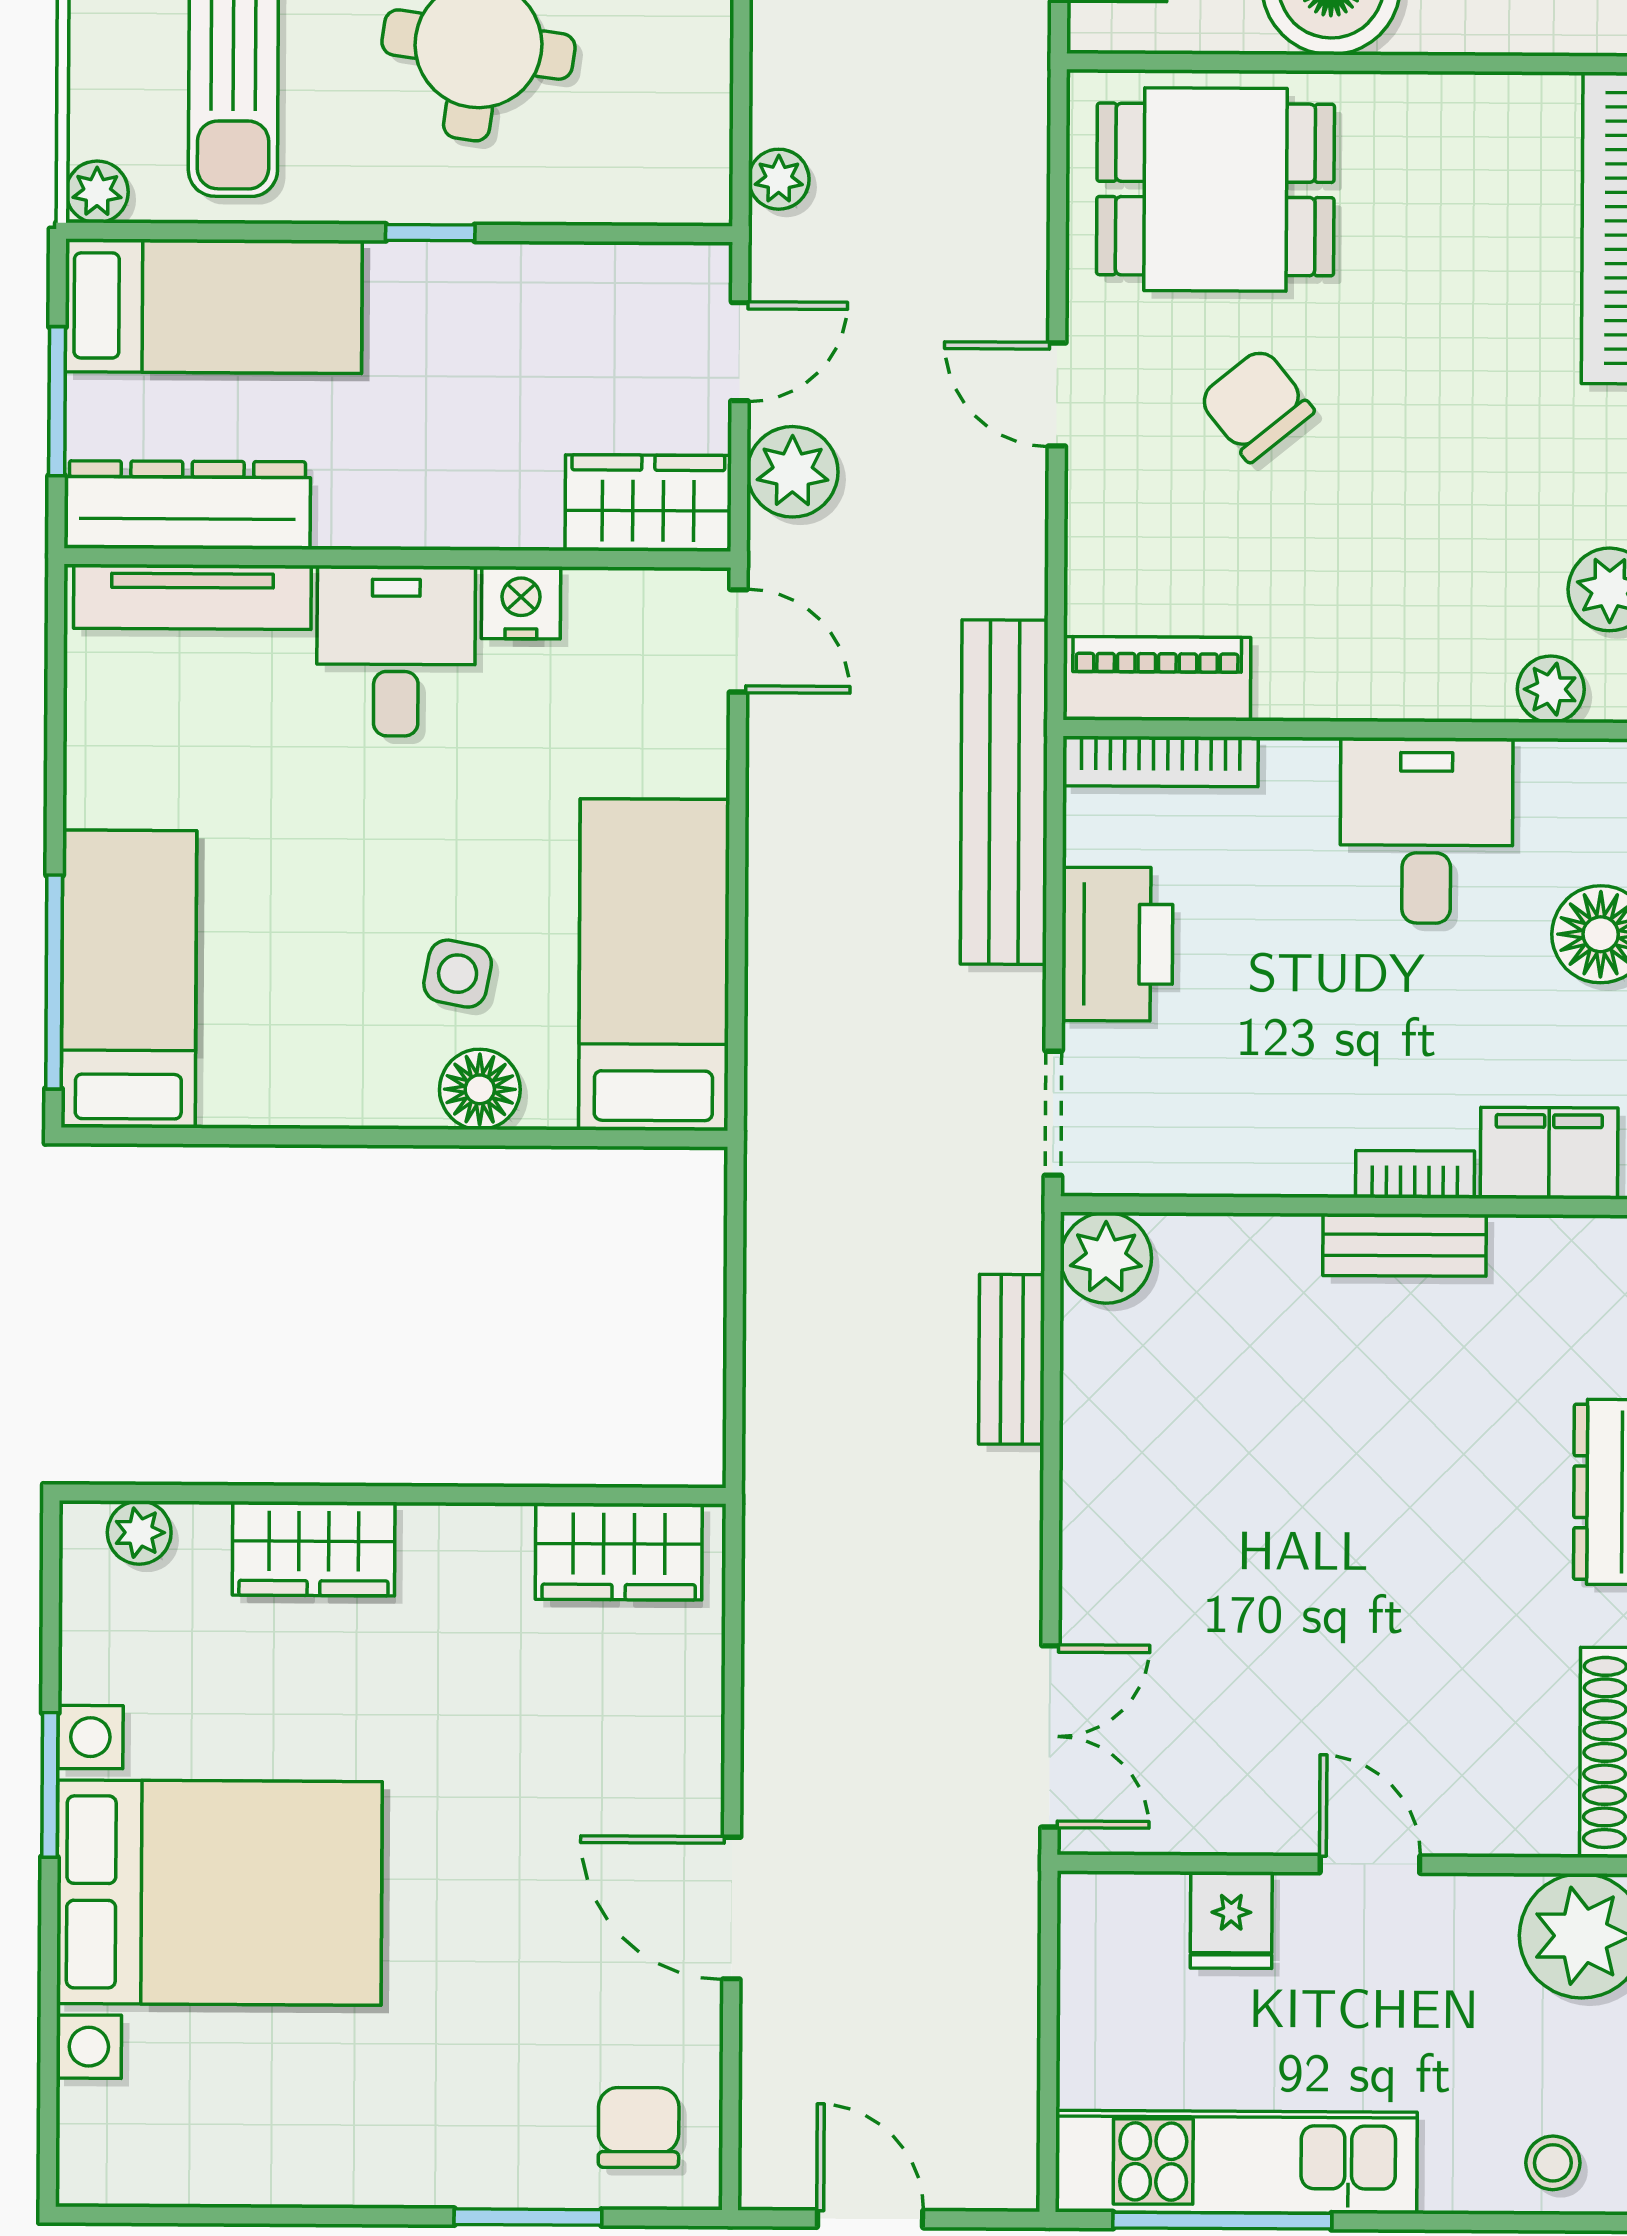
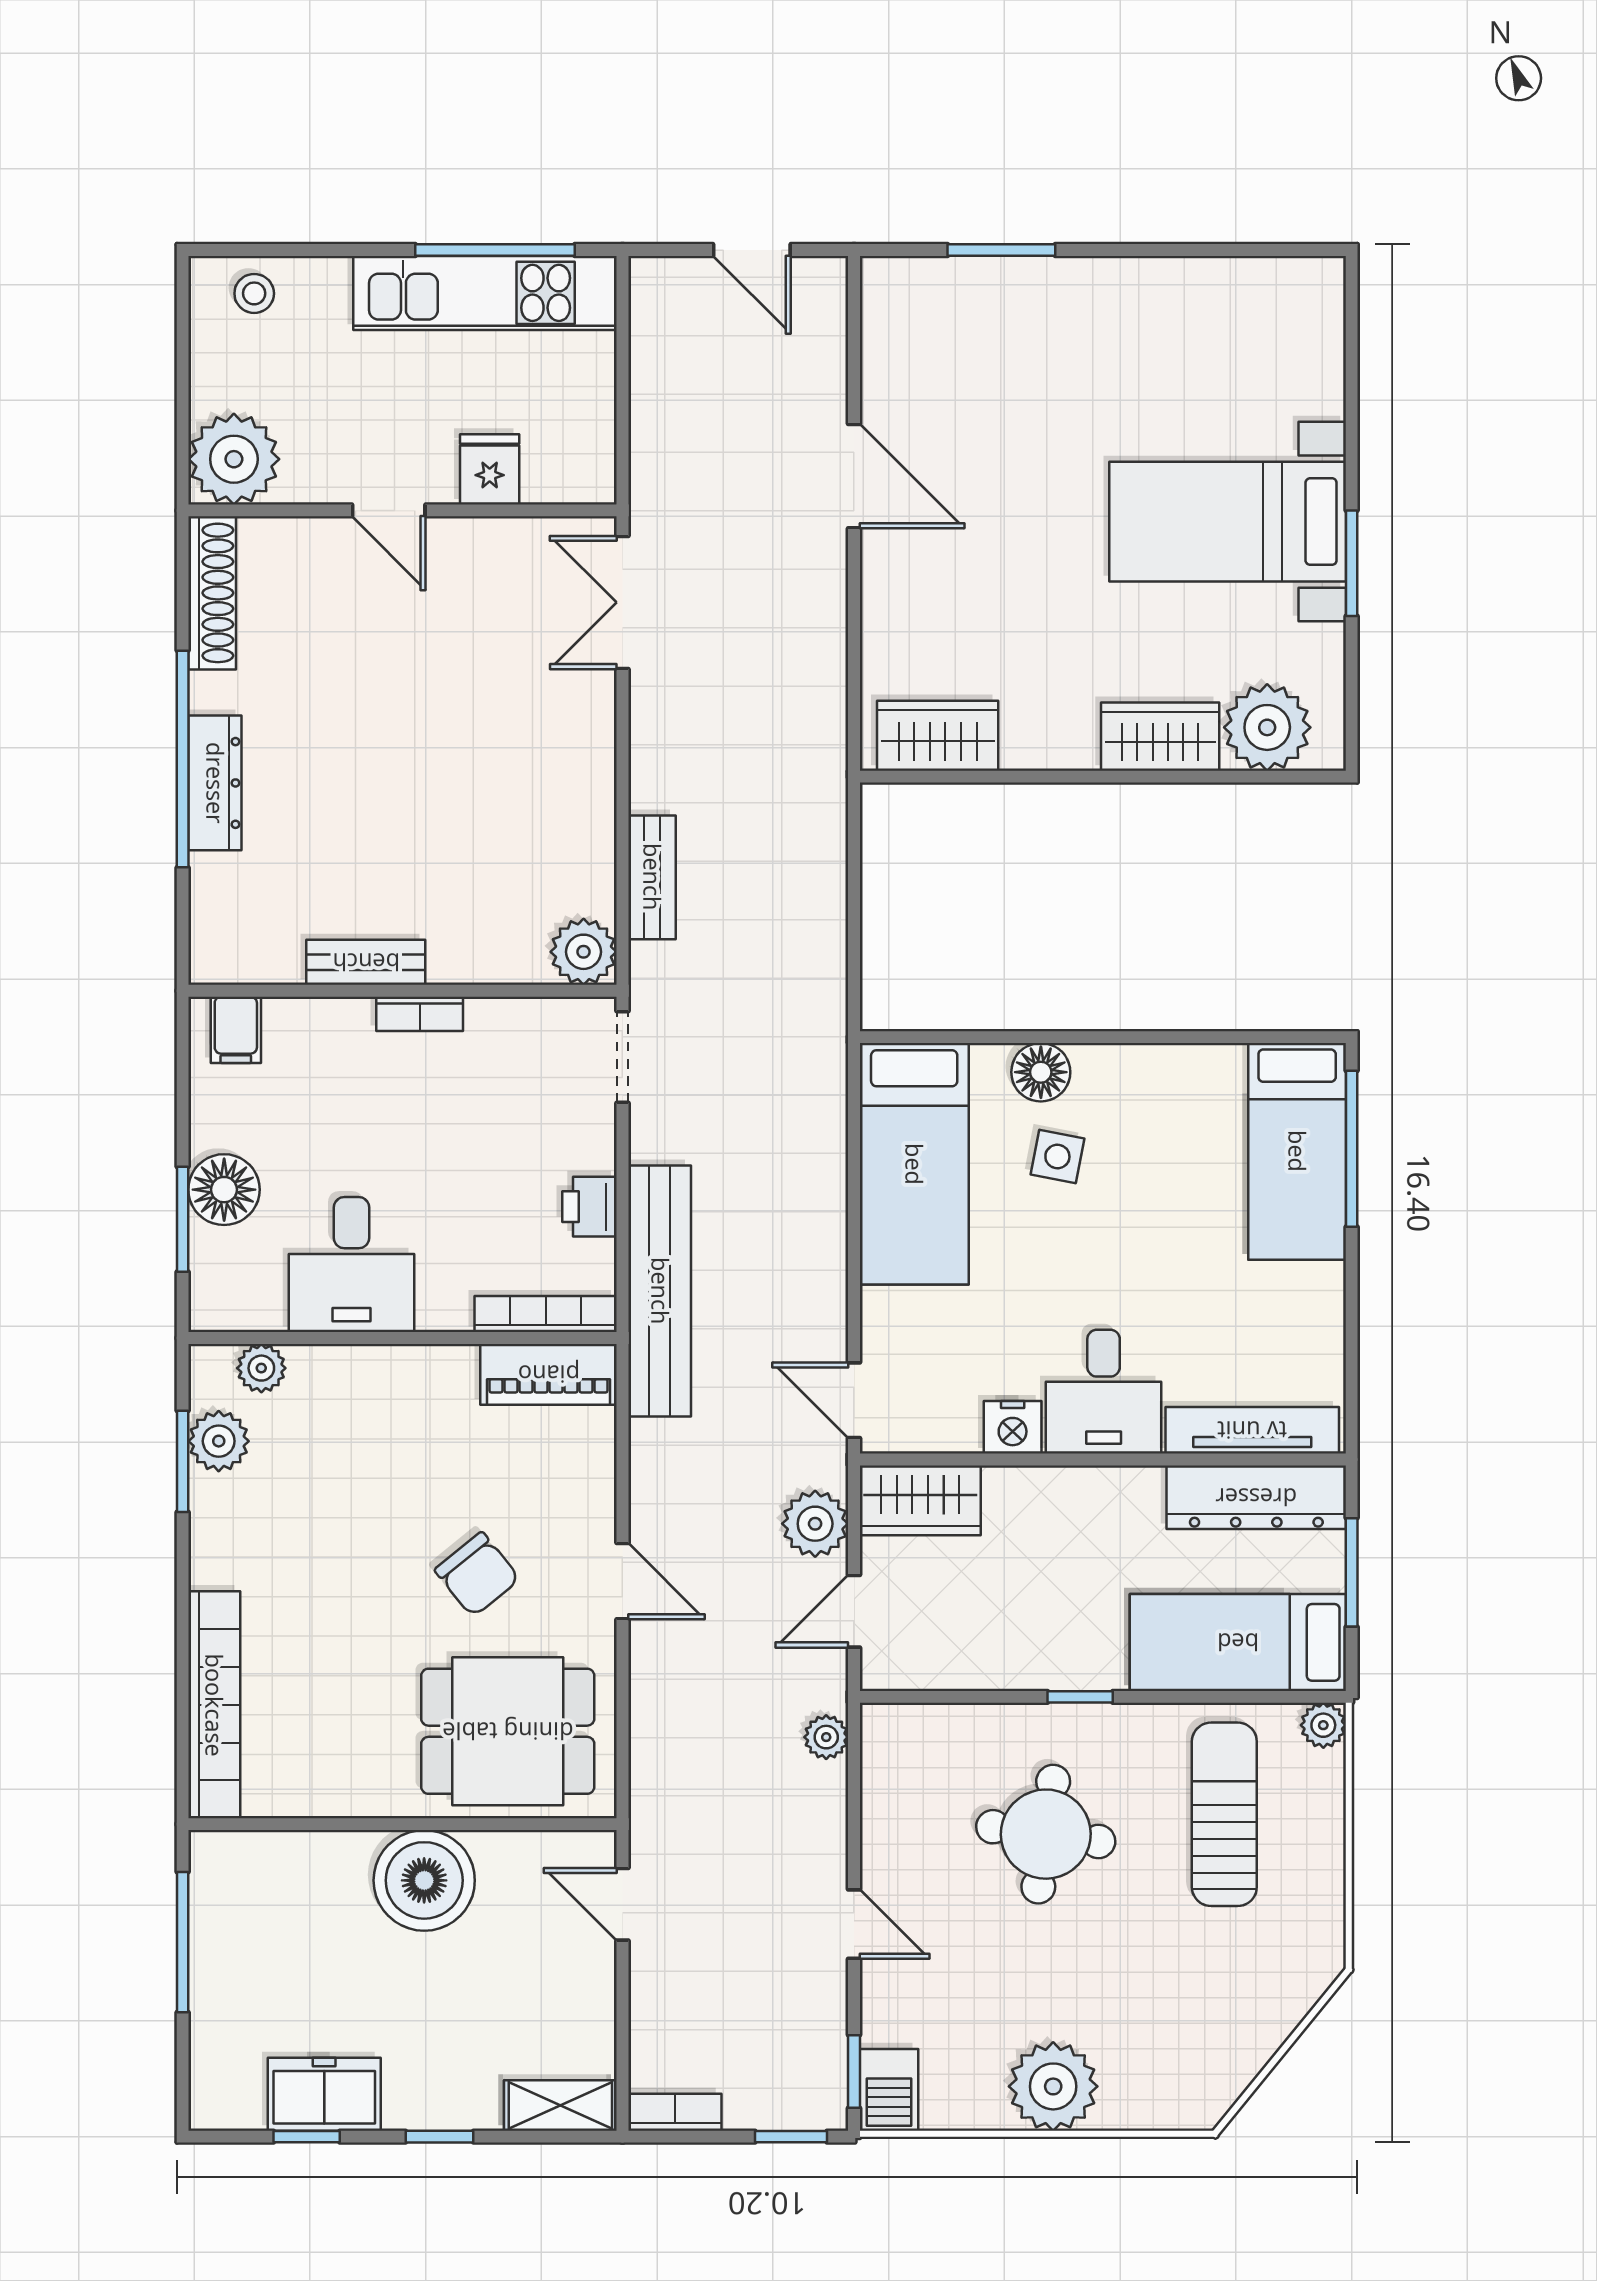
printer: (1117, 944) -> (590, 1207), width x0.53, depth x0.68
filing cabinet: (1549, 1153) -> (236, 1030), width x0.50
bookcase: (1415, 1174) -> (420, 1014), moved
plant: (139, 1533) -> (1267, 727), width x1.88, depth x1.88
bed with nightstands: (219, 1893) -> (1228, 522), width x0.73
chair: (639, 2127) -> (921, 316), removed

